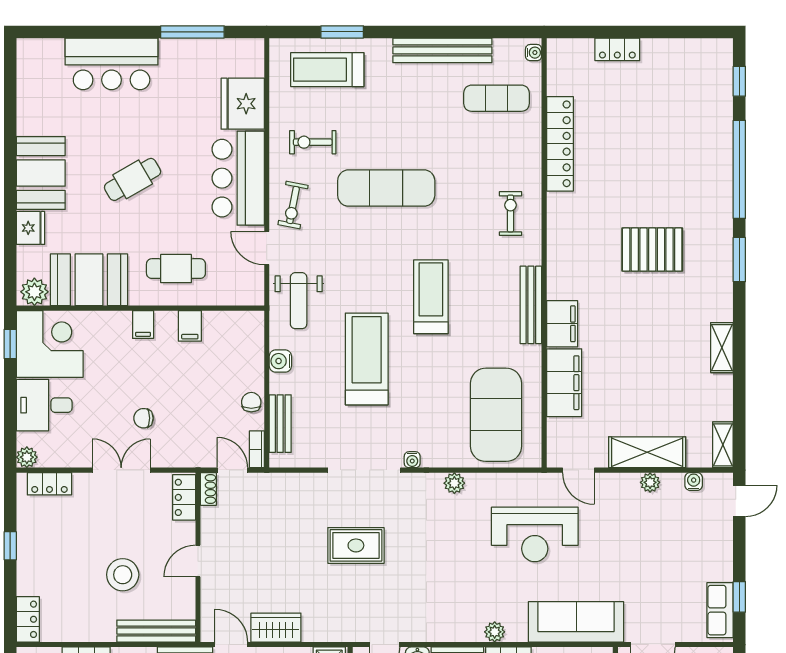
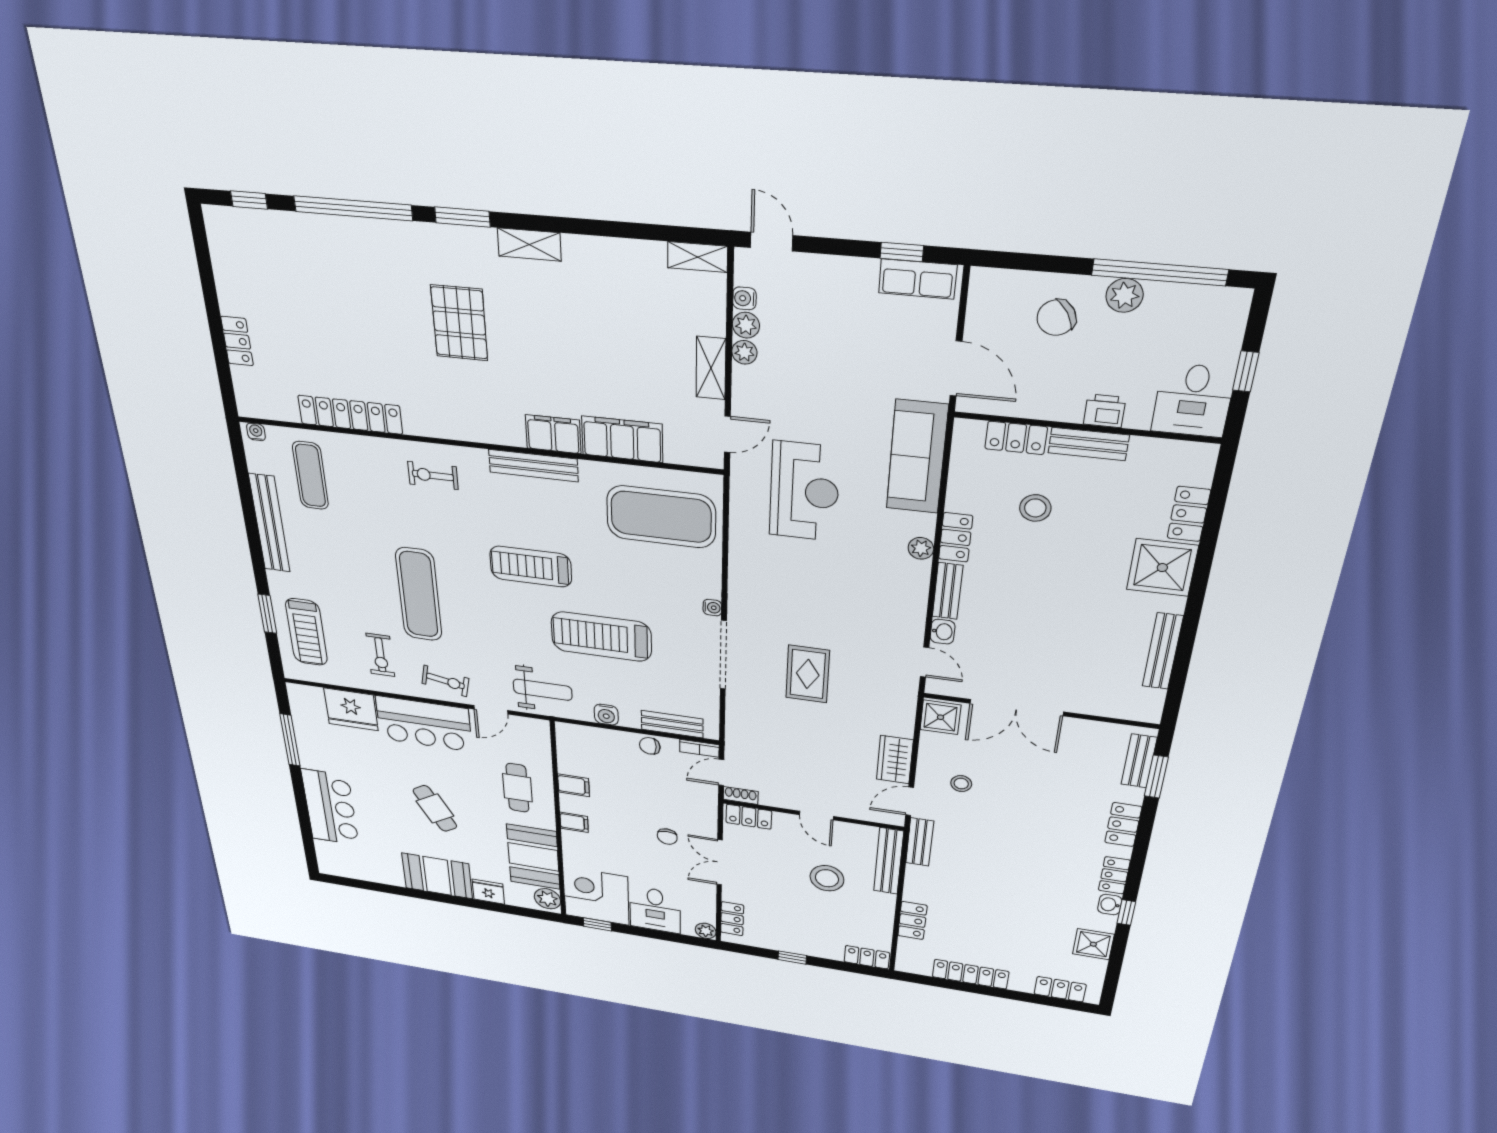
shelving: (722, 348) -> (529, 244), moved
shelving: (647, 452) -> (711, 368), width x0.67, depth x0.75
plant: (454, 483) -> (746, 325), moved

